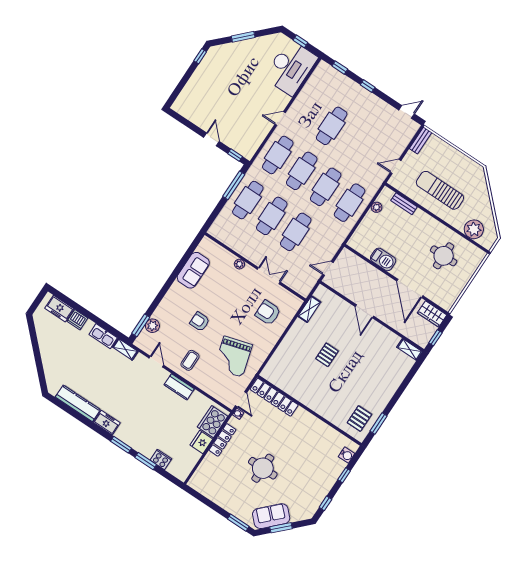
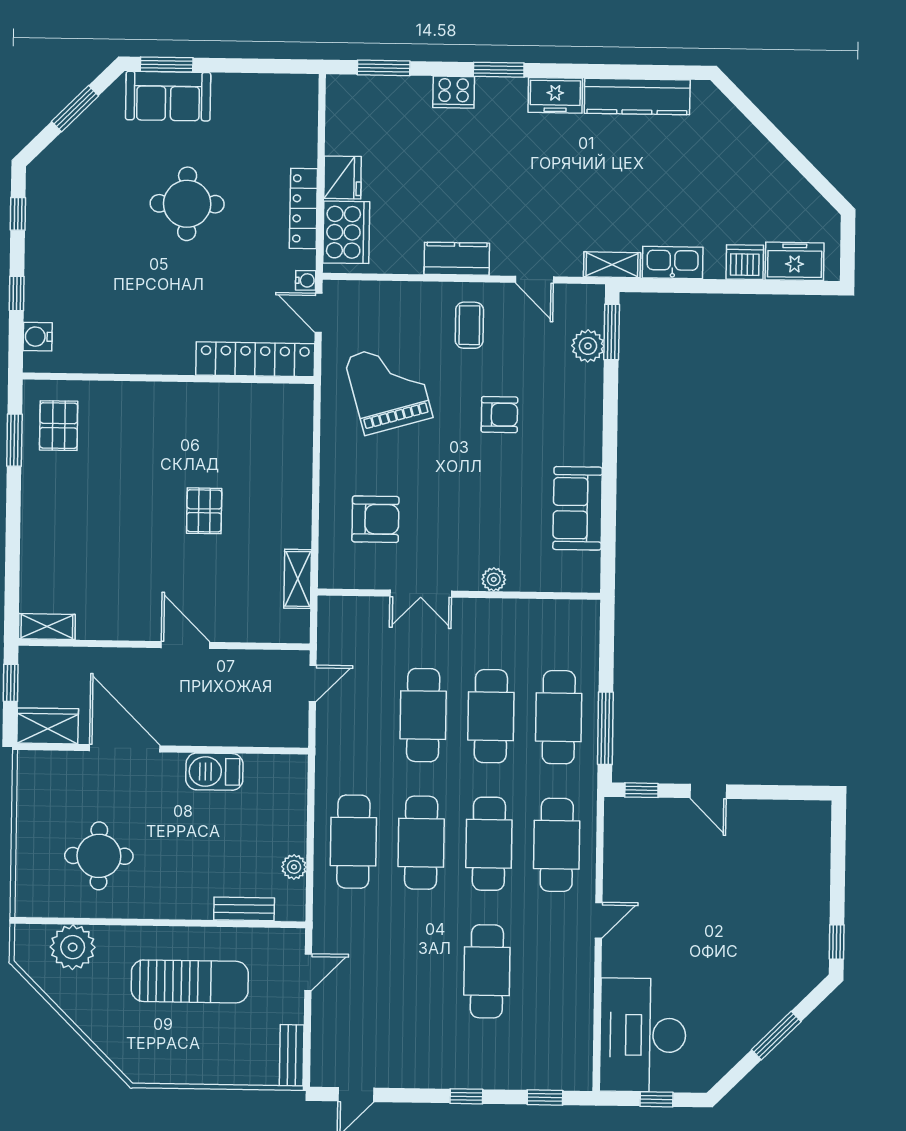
cooker: (161, 459) -> (454, 92), moved
window: (146, 461) -> (384, 68), moved
sofa: (271, 516) -> (168, 96), moved, turned 45

